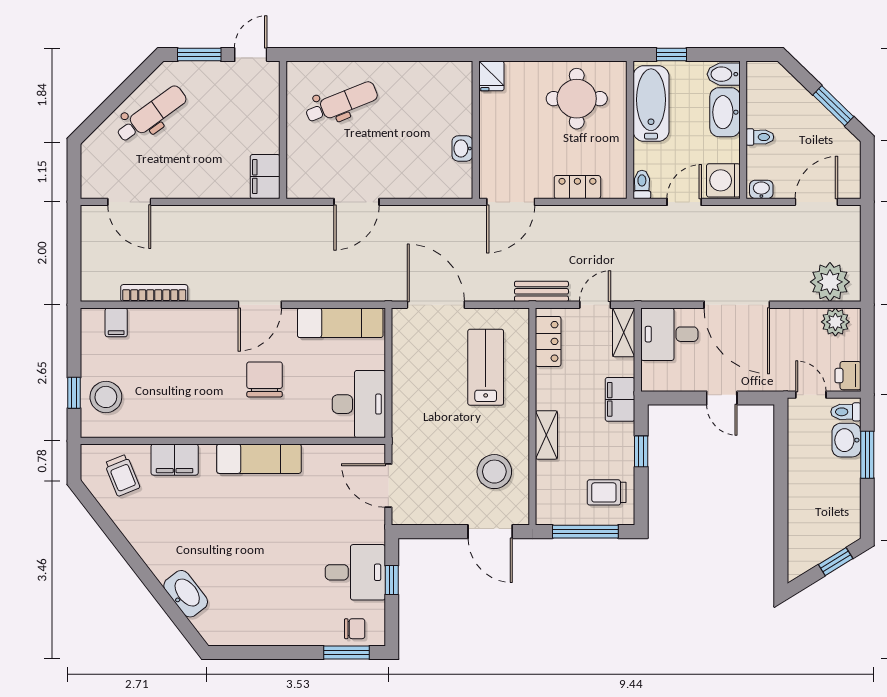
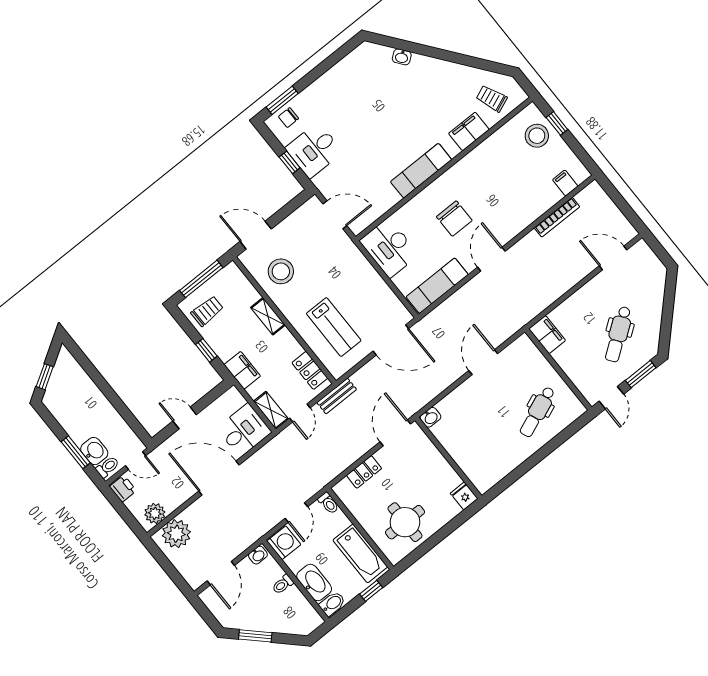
dental chair: (151, 114) -> (618, 334), moved
washbasin: (462, 148) -> (430, 417), moved, turned 90
washbasin: (186, 594) -> (402, 57), width x0.52, depth x0.69

